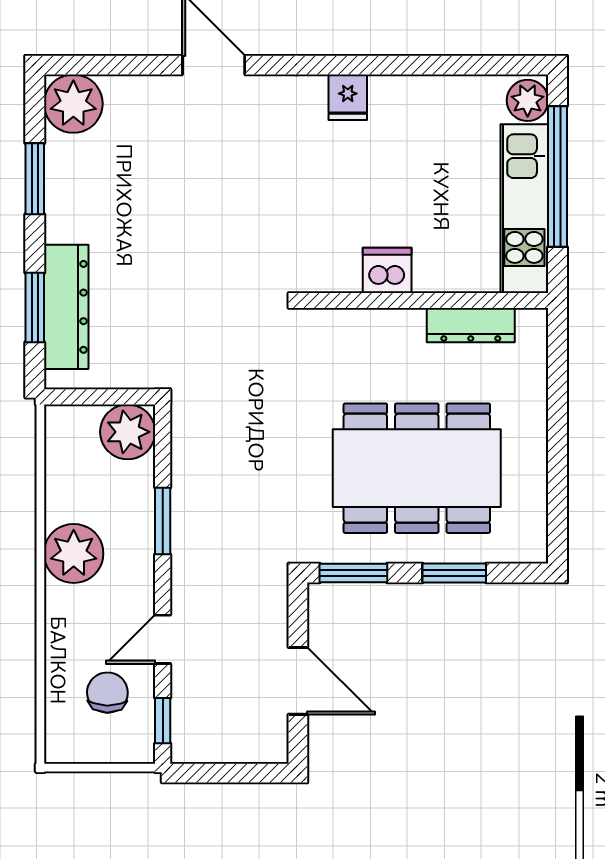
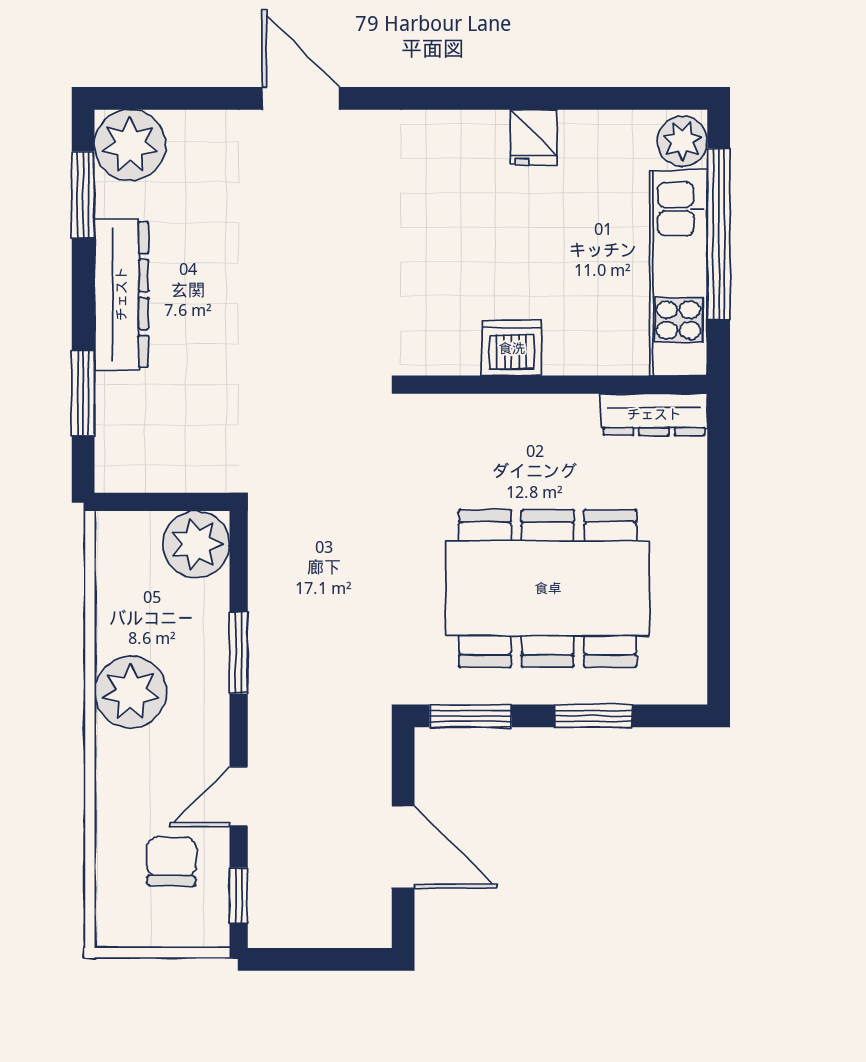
fridge: (348, 97) -> (534, 137), moved
window: (35, 179) -> (83, 195), moved
dresser: (66, 307) -> (121, 294), moved
dresser: (471, 325) -> (654, 414), moved

